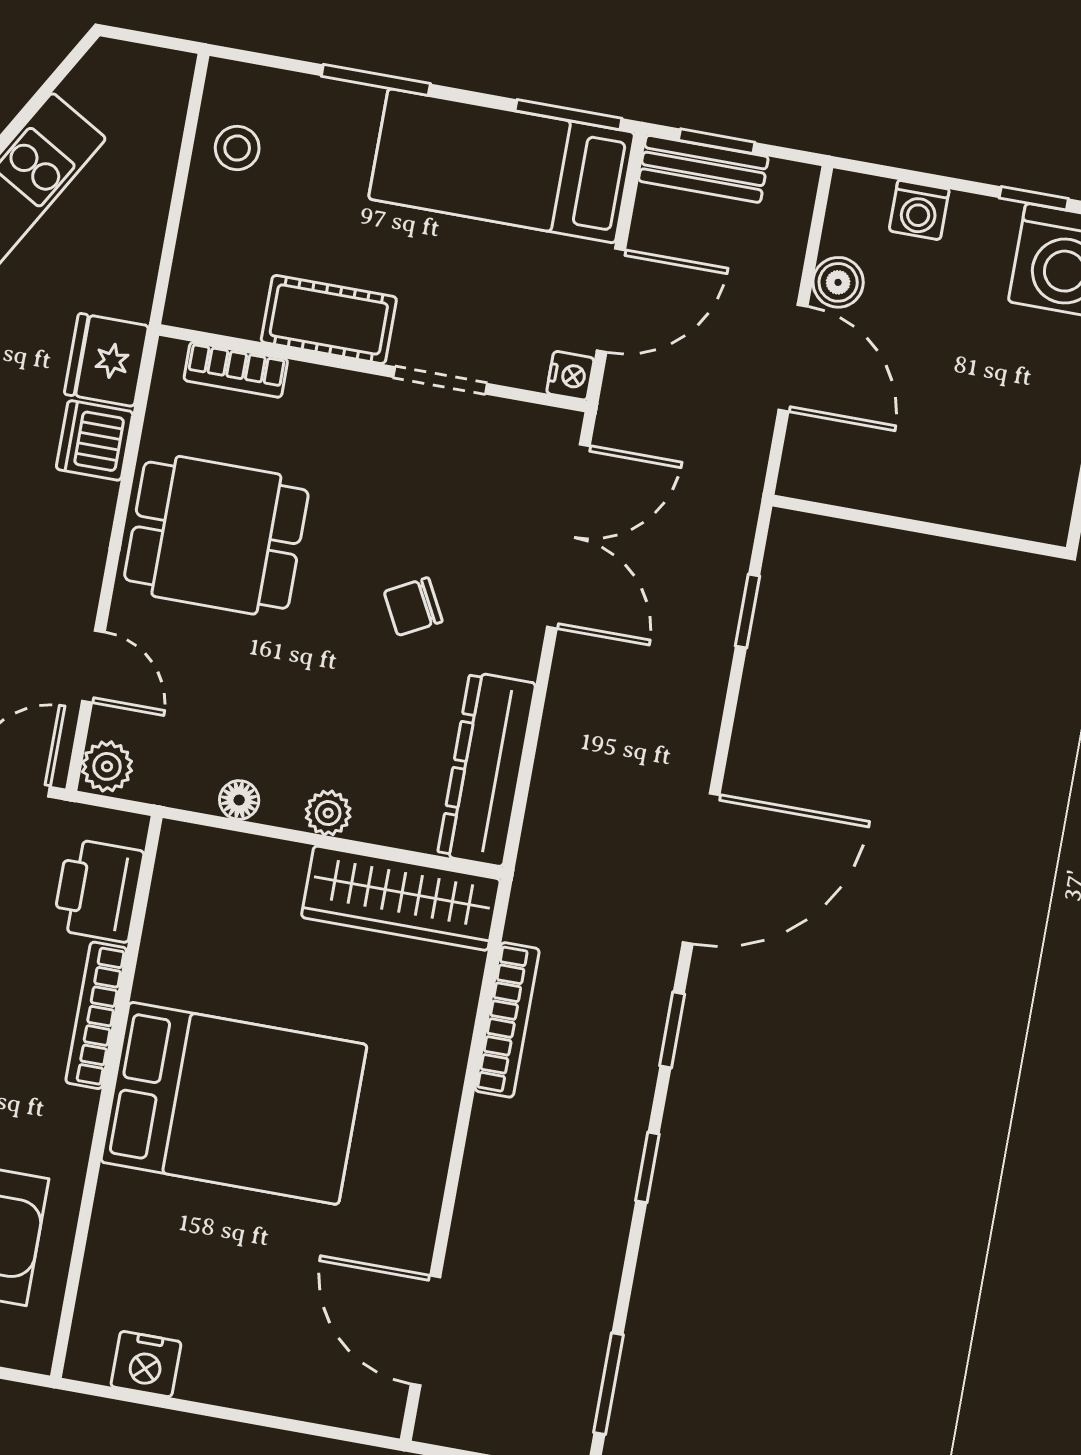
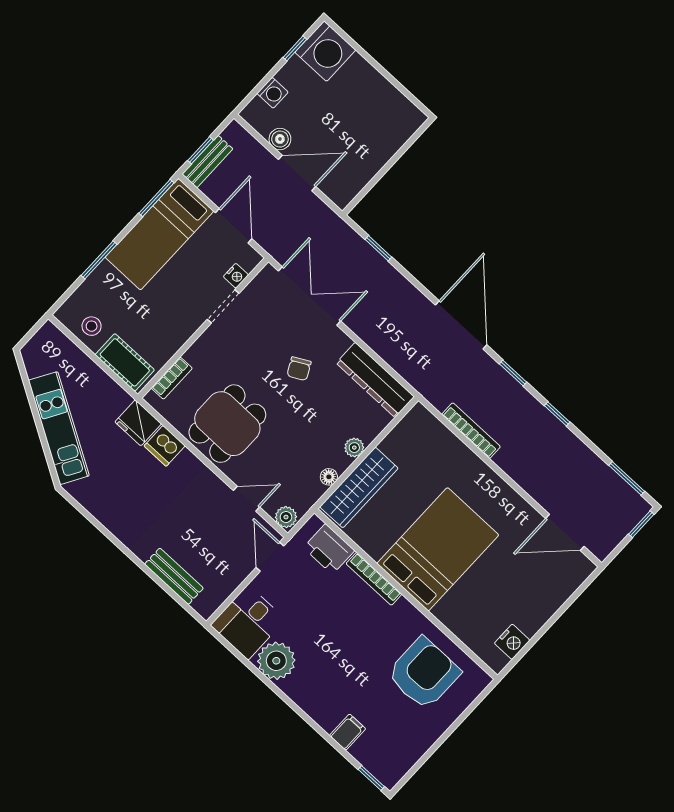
cot: (329, 320) -> (125, 362), moved, turned 90
nightstand: (570, 376) -> (236, 276), moved, turned 90
wardrobe: (401, 898) -> (359, 488), moved

